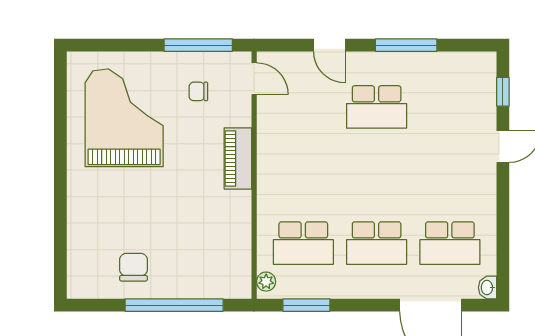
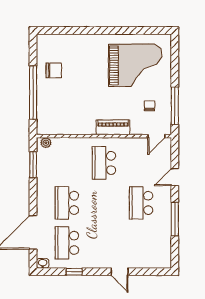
window: (503, 92) -> (74, 272), moved
school desk: (303, 243) -> (104, 163), moved

